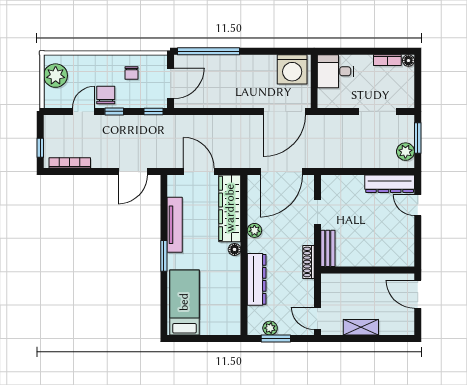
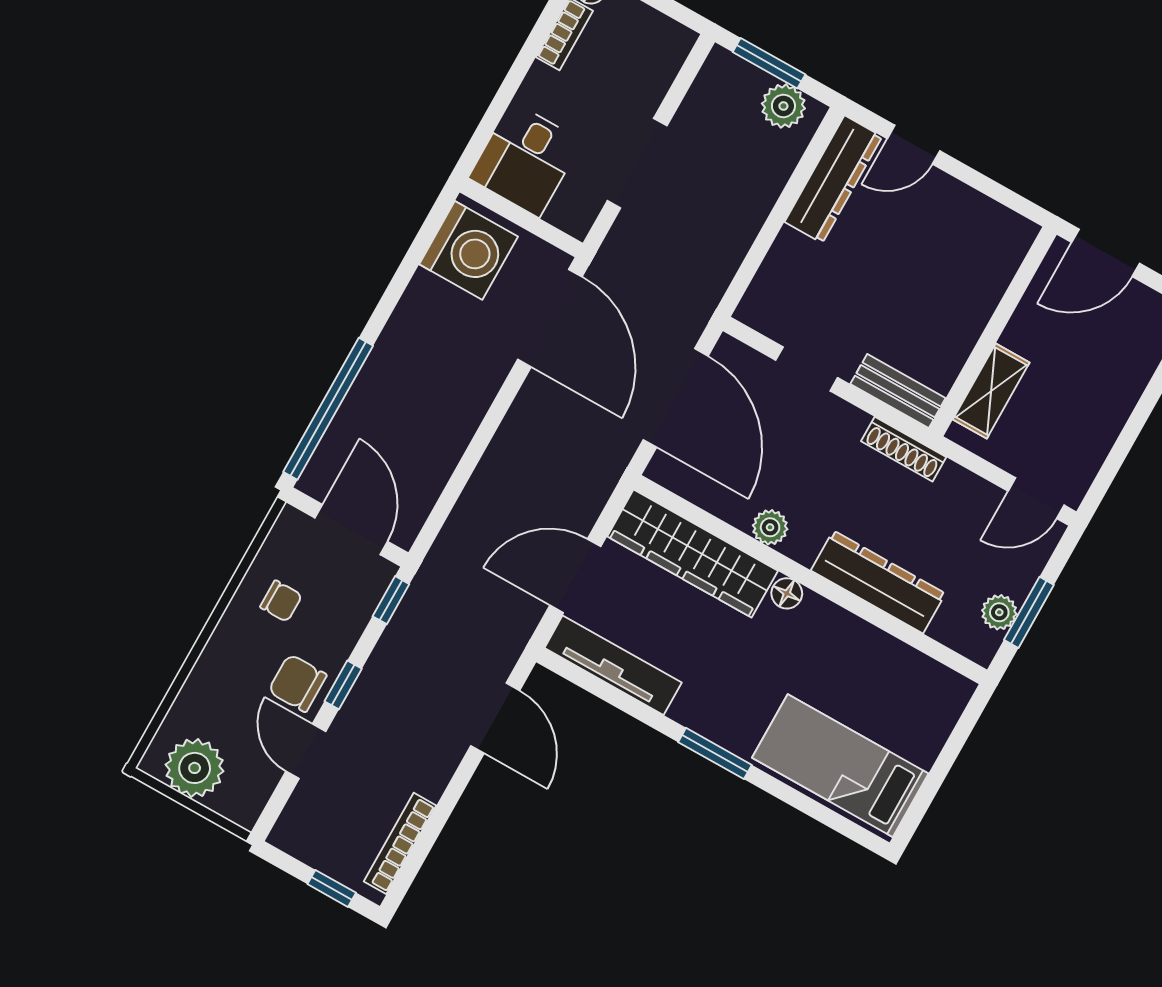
doorway: (377, 111) -> (637, 163), moved
tv unit: (175, 225) -> (613, 665), moved
shelving: (361, 327) -> (991, 391), moved

